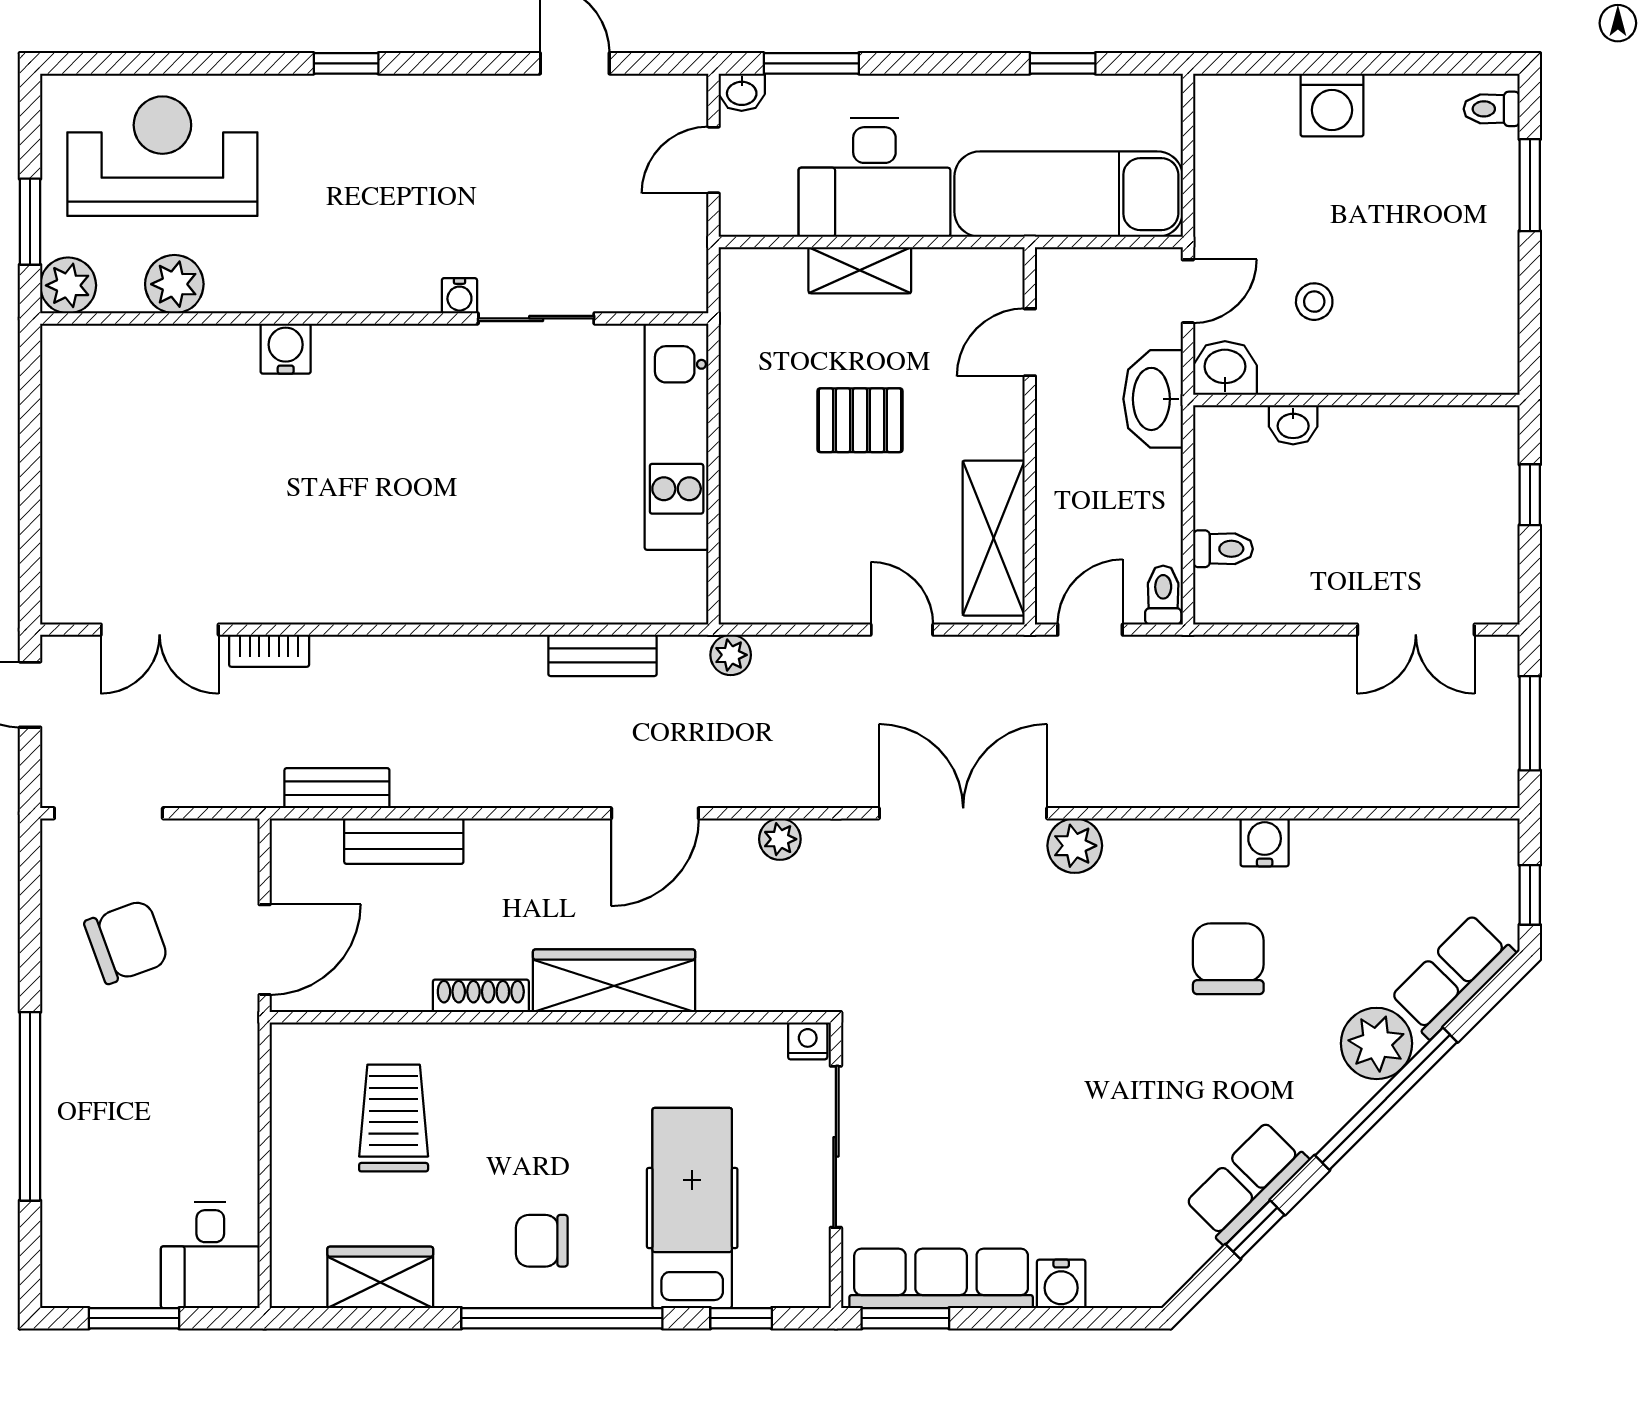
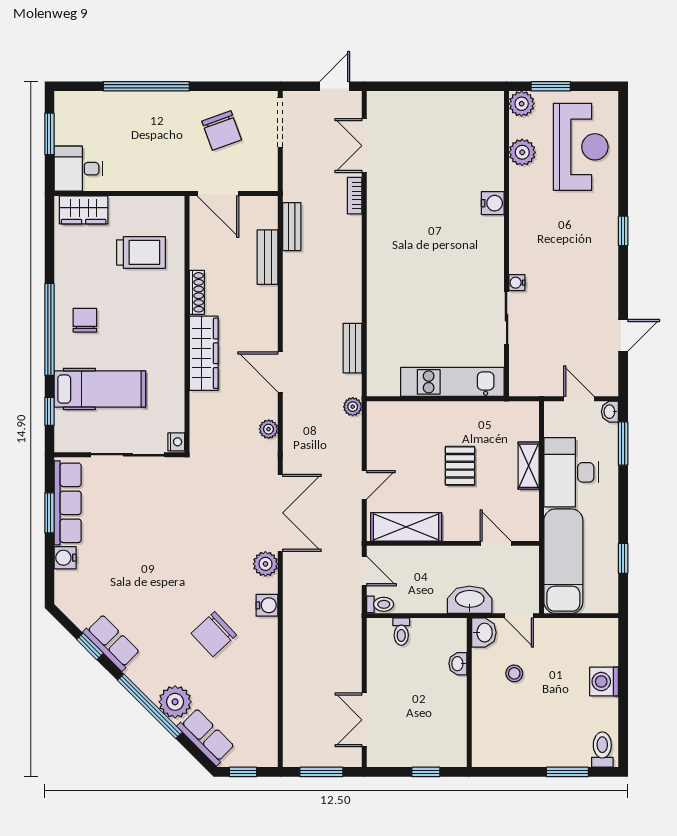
toilet: (1492, 109) -> (602, 750), width x1.37, depth x1.39
water cooler: (1265, 842) -> (267, 605), moved
chair: (1228, 959) -> (214, 634), turned 137
wardrobe: (380, 1277) -> (84, 210), moved, turned 90
window: (905, 1318) -> (49, 513), moved

